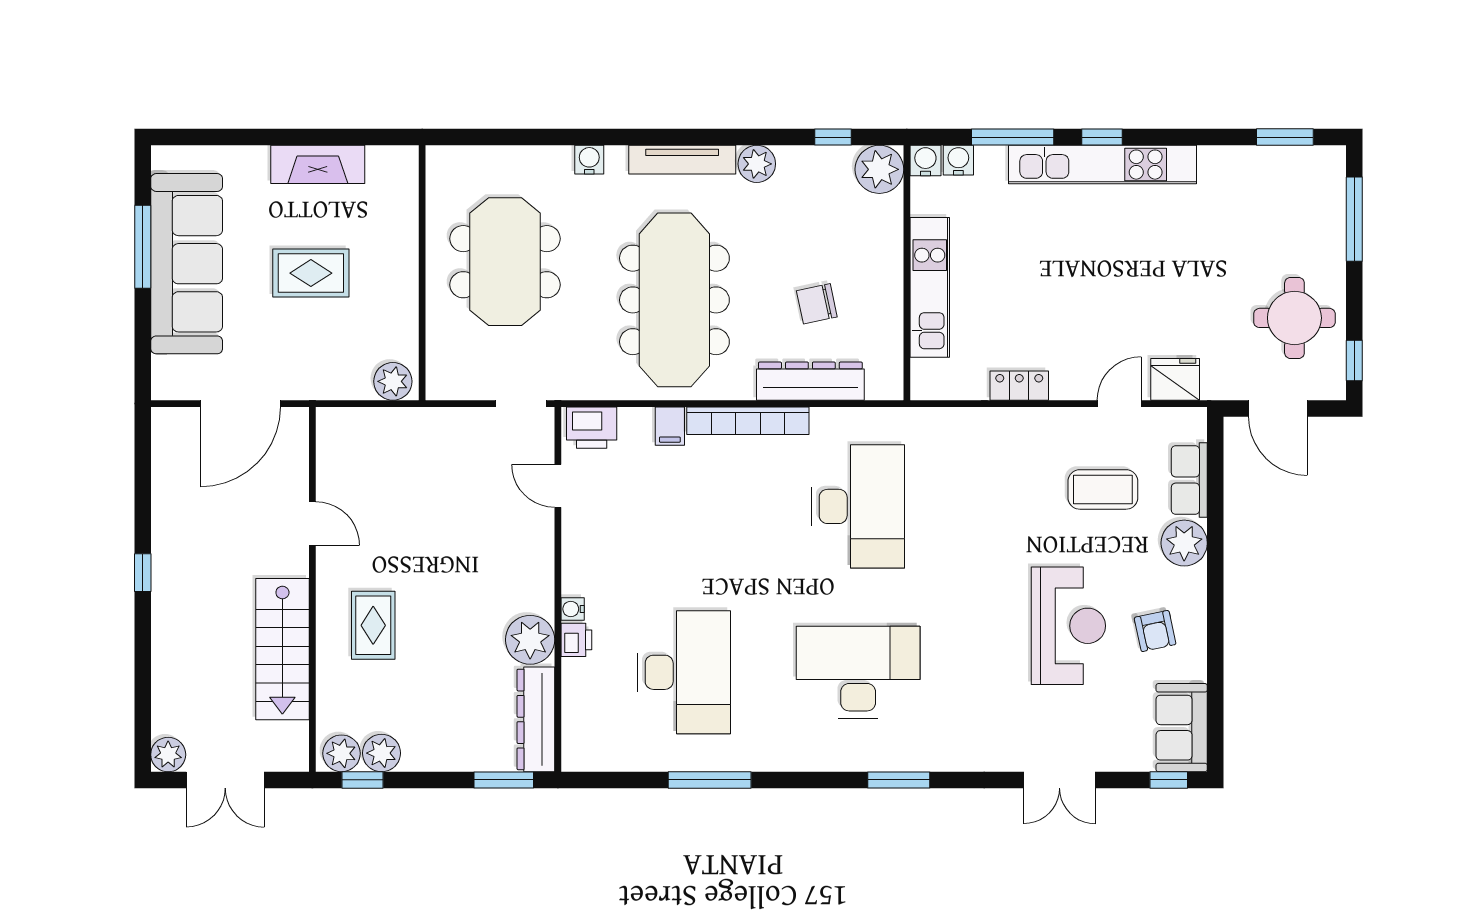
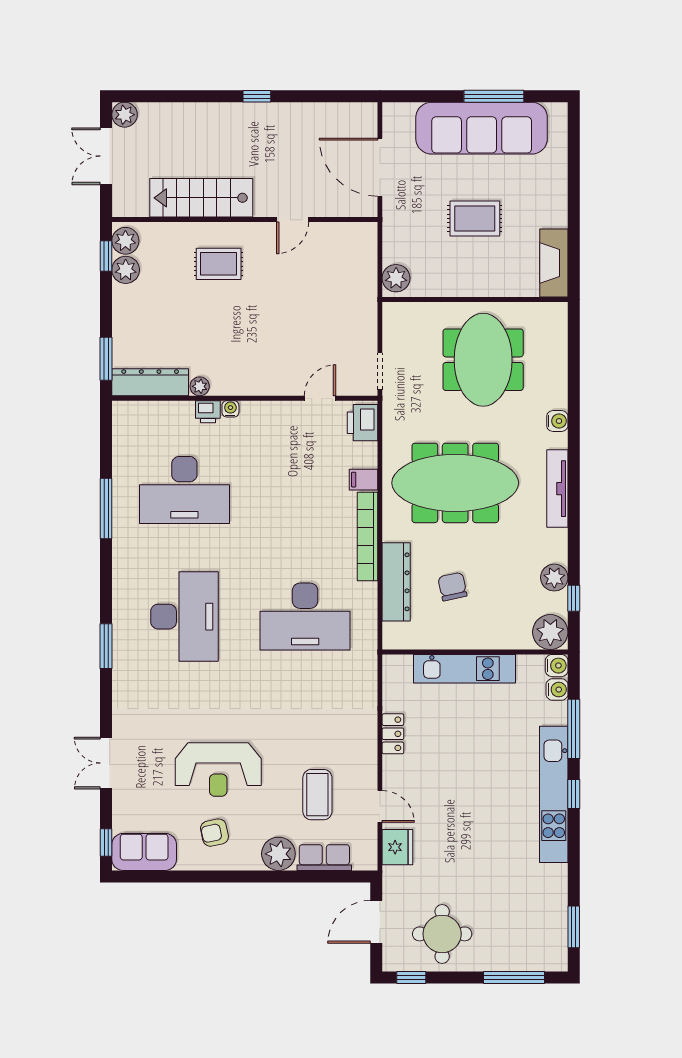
fireplace: (318, 164) -> (554, 263), moved
plant: (757, 164) -> (554, 578), moved
meeting table: (505, 262) -> (483, 360), turned 90
rug: (311, 273) -> (475, 218), turned 90
plant: (530, 640) -> (200, 386), width x0.53, depth x0.53

